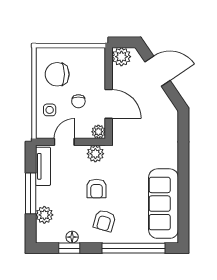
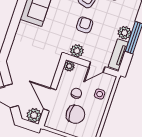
chair: (57, 74) -> (75, 114), moved
door: (109, 104) -> (50, 99), moved
plant: (44, 215) -> (125, 33), moved

